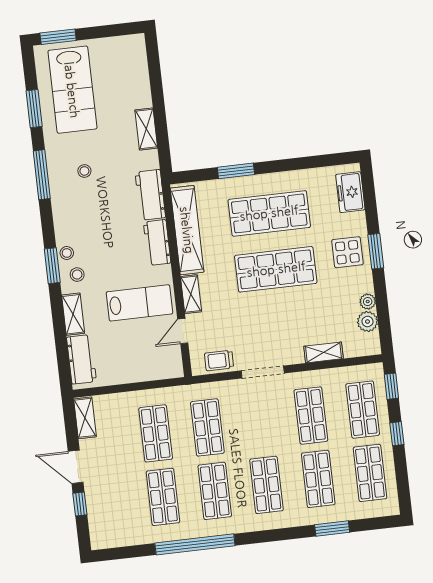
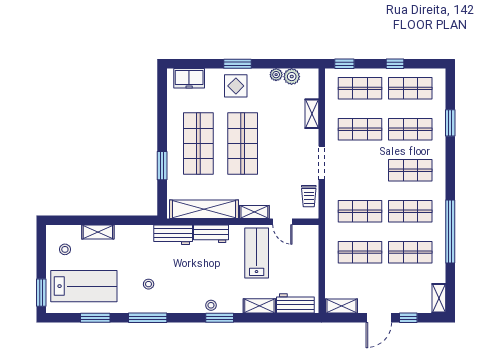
shelving: (146, 129) -> (98, 232), moved
stool: (77, 275) -> (65, 249), moved
window: (397, 434) -> (395, 64), moved
shelving: (109, 540) -> (439, 298), added

